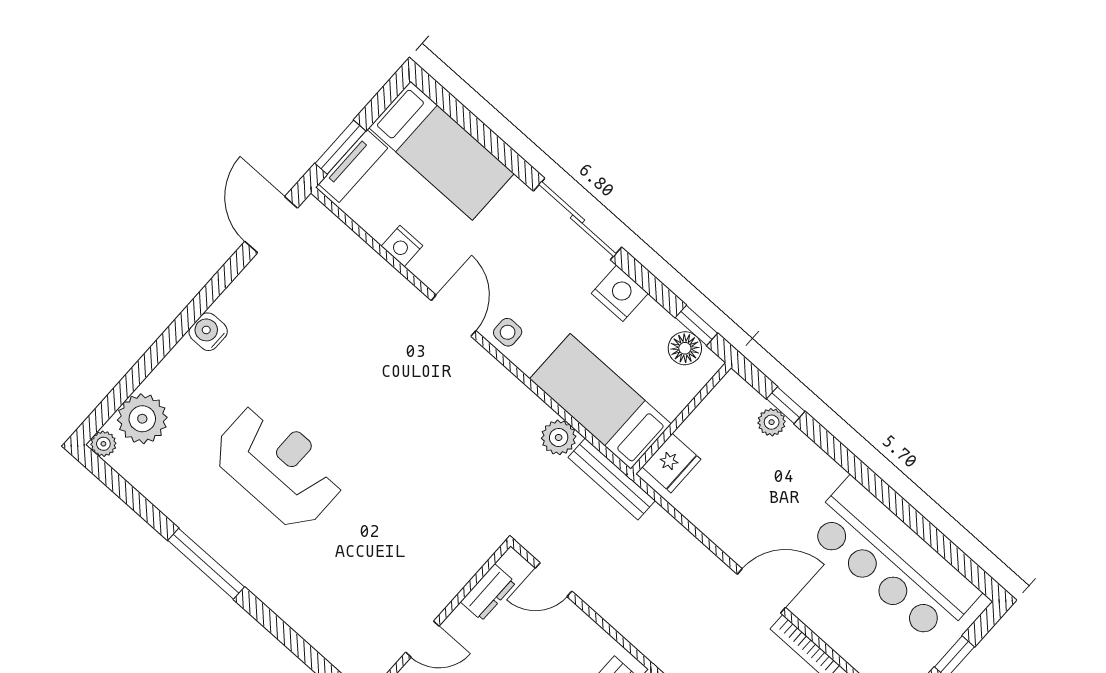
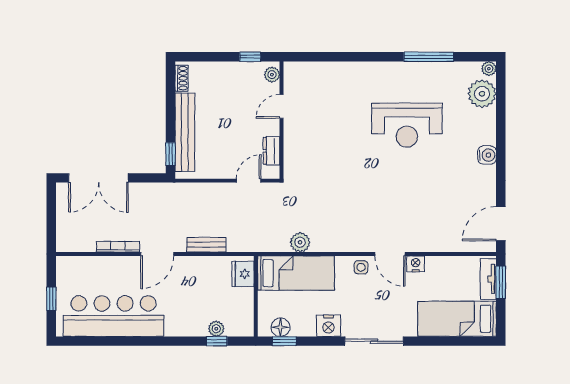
door: (271, 225) -> (501, 224), swing flipped
nightstand: (402, 246) -> (416, 264), moved
bench: (612, 479) -> (206, 245), moved, width x0.73
window: (206, 564) -> (429, 57), moved

